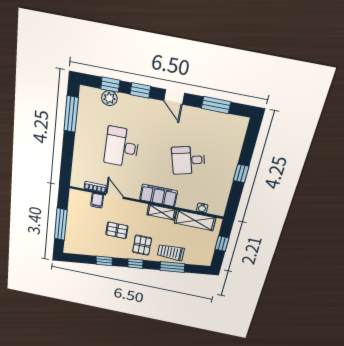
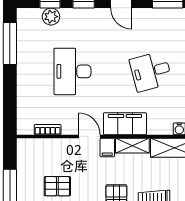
door: (114, 196) -> (89, 136), moved
filing cabinet: (97, 201) -> (107, 148), moved
pallet: (117, 230) -> (57, 186), moved

